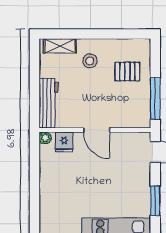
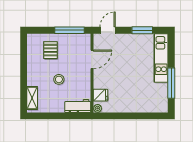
stool: (90, 61) -> (59, 79), moved
workbench: (49, 103) -> (78, 106), width x0.73
door: (97, 130) -> (92, 59), moved

